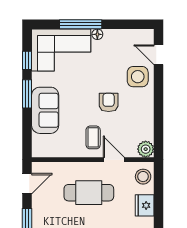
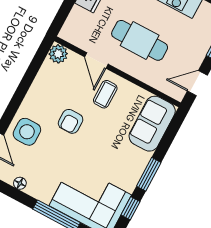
floor lamp: (97, 34) -> (20, 183), moved
sofa: (45, 110) -> (152, 124), moved
stool: (143, 177) -> (76, 27), removed

